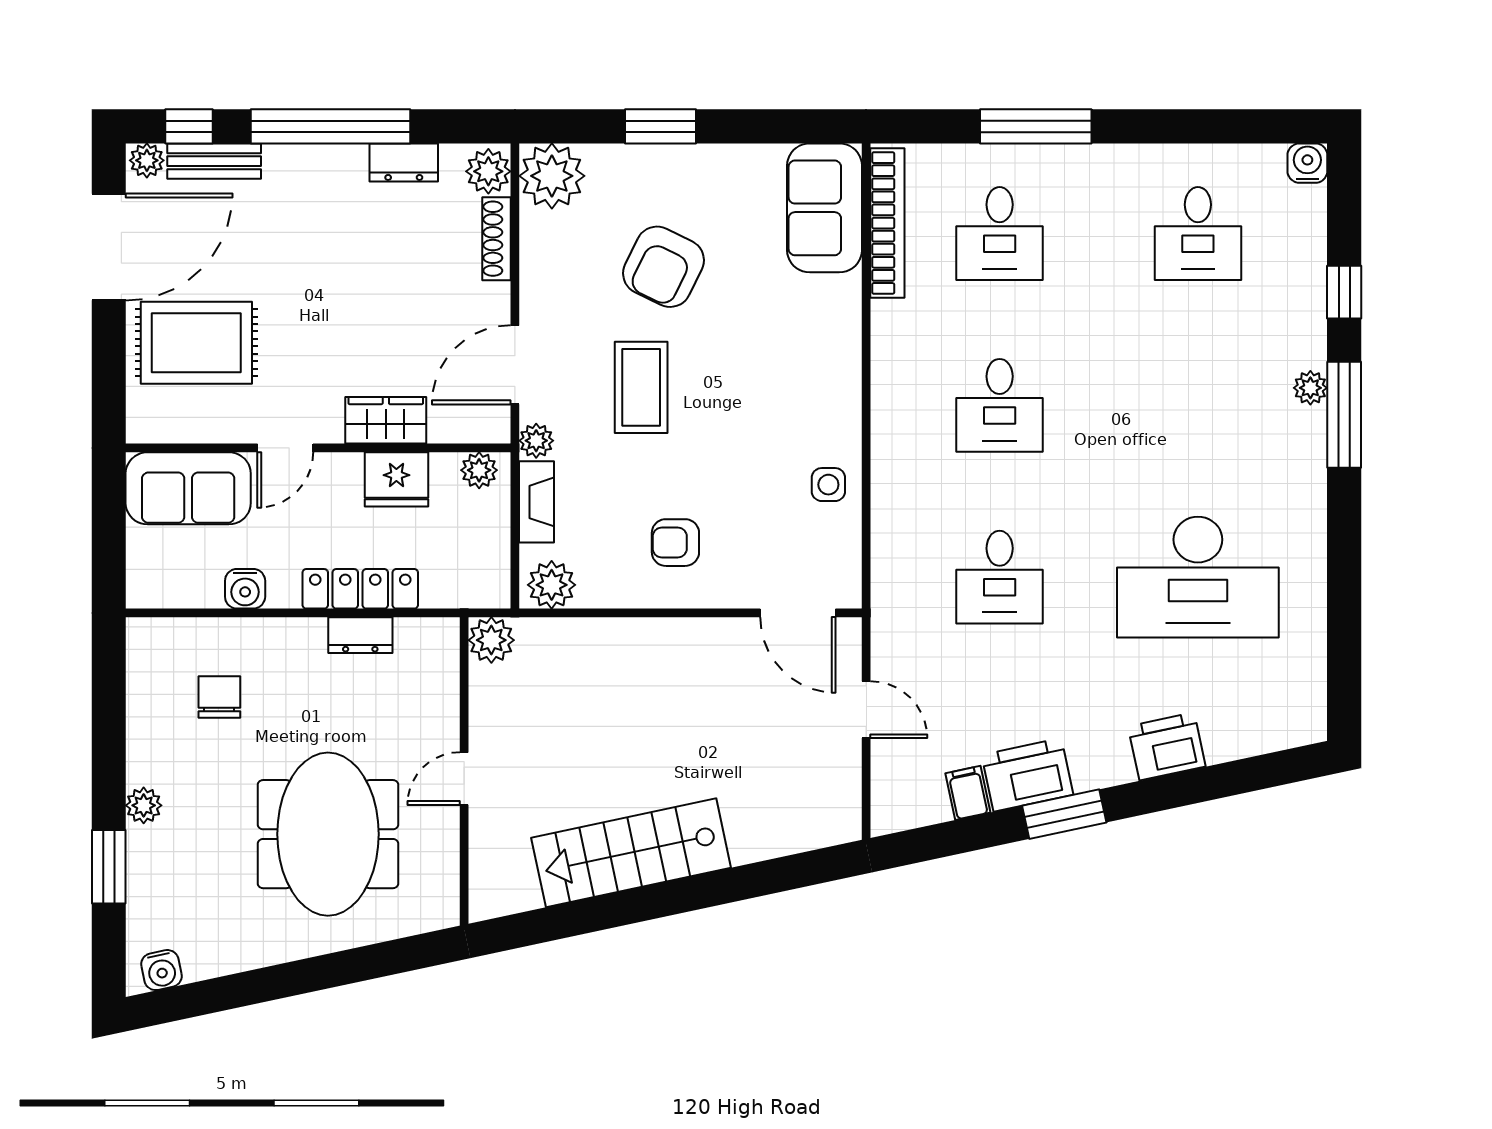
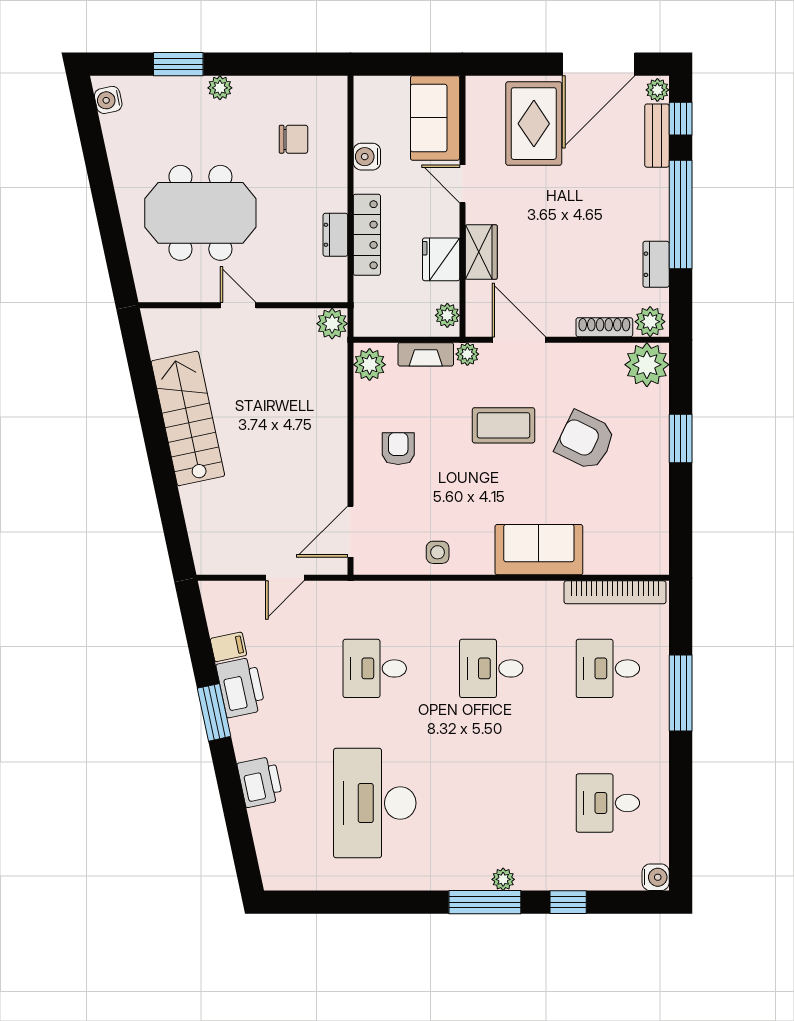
sofa: (825, 208) -> (539, 550), moved
door: (109, 247) -> (599, 64), hinge flipped

